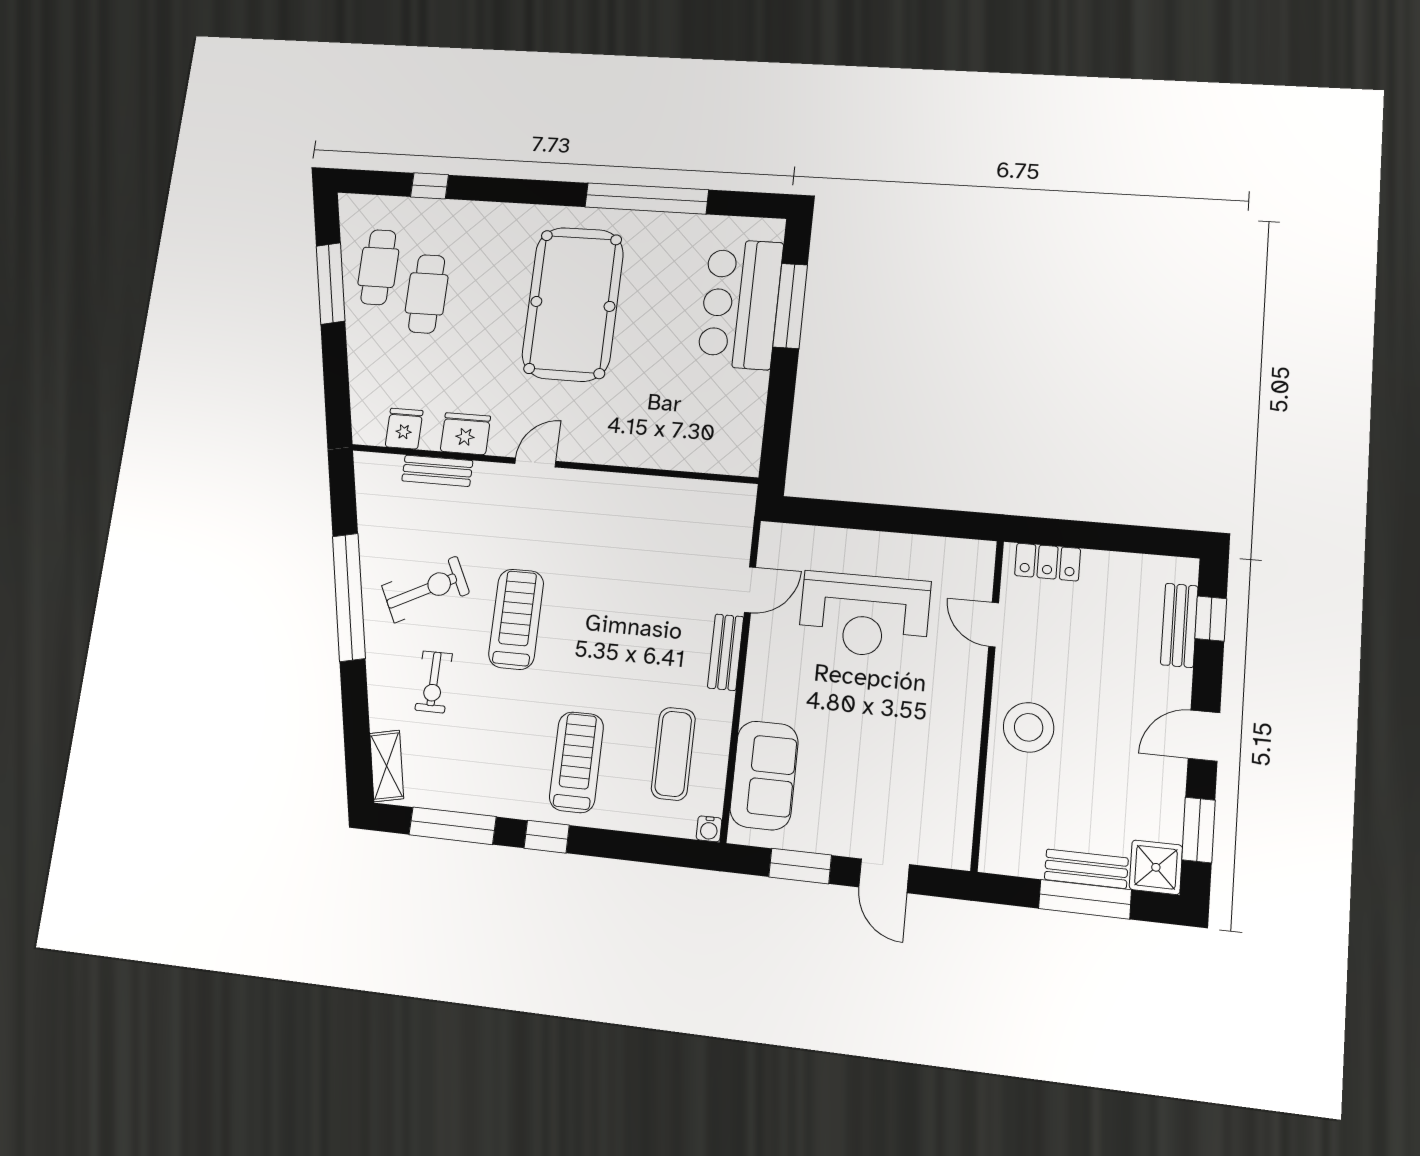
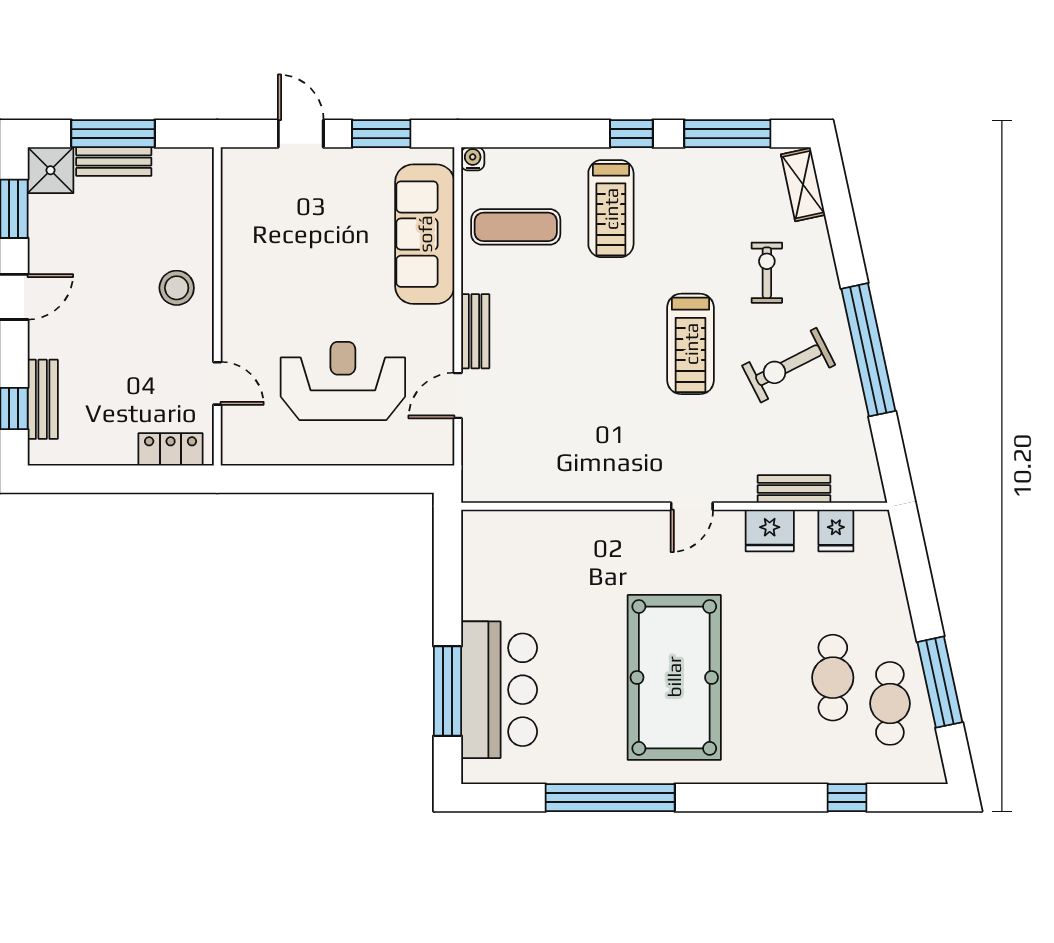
stool: (1029, 727) -> (177, 288), width x0.73, depth x0.73
exercise mat: (673, 754) -> (516, 227), turned 90
sofa: (764, 775) -> (425, 234), width x1.36

